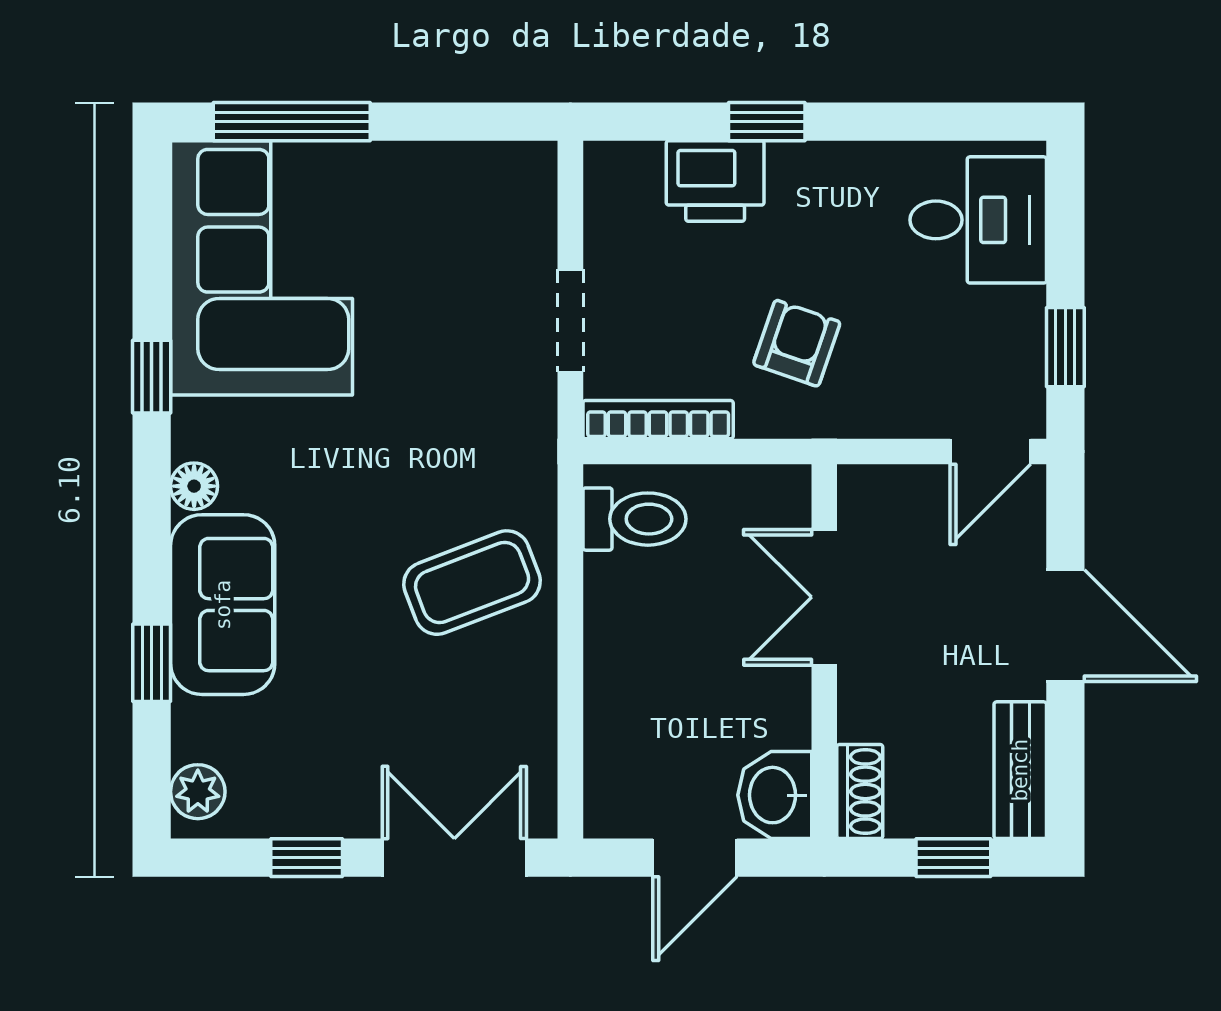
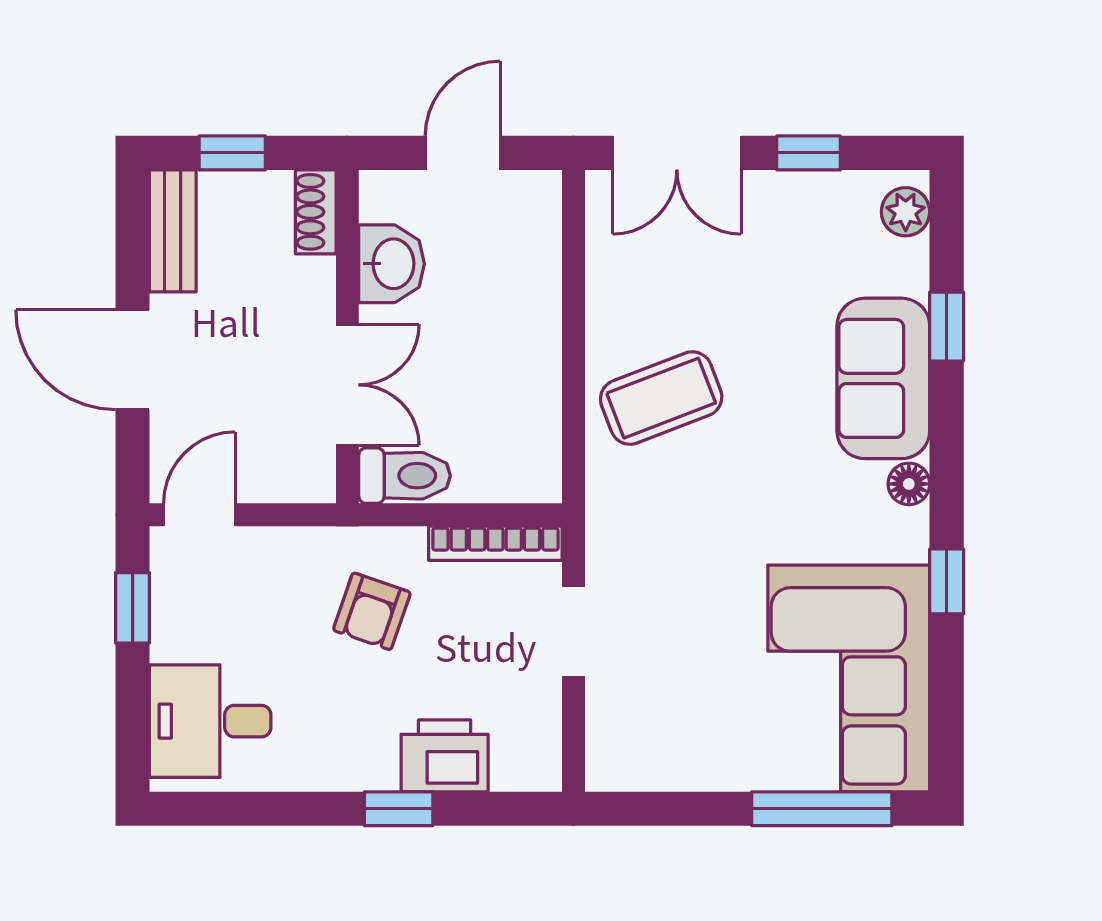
toilet: (635, 519) -> (404, 476), moved, turned 180
washbasin: (775, 795) -> (391, 264), moved

